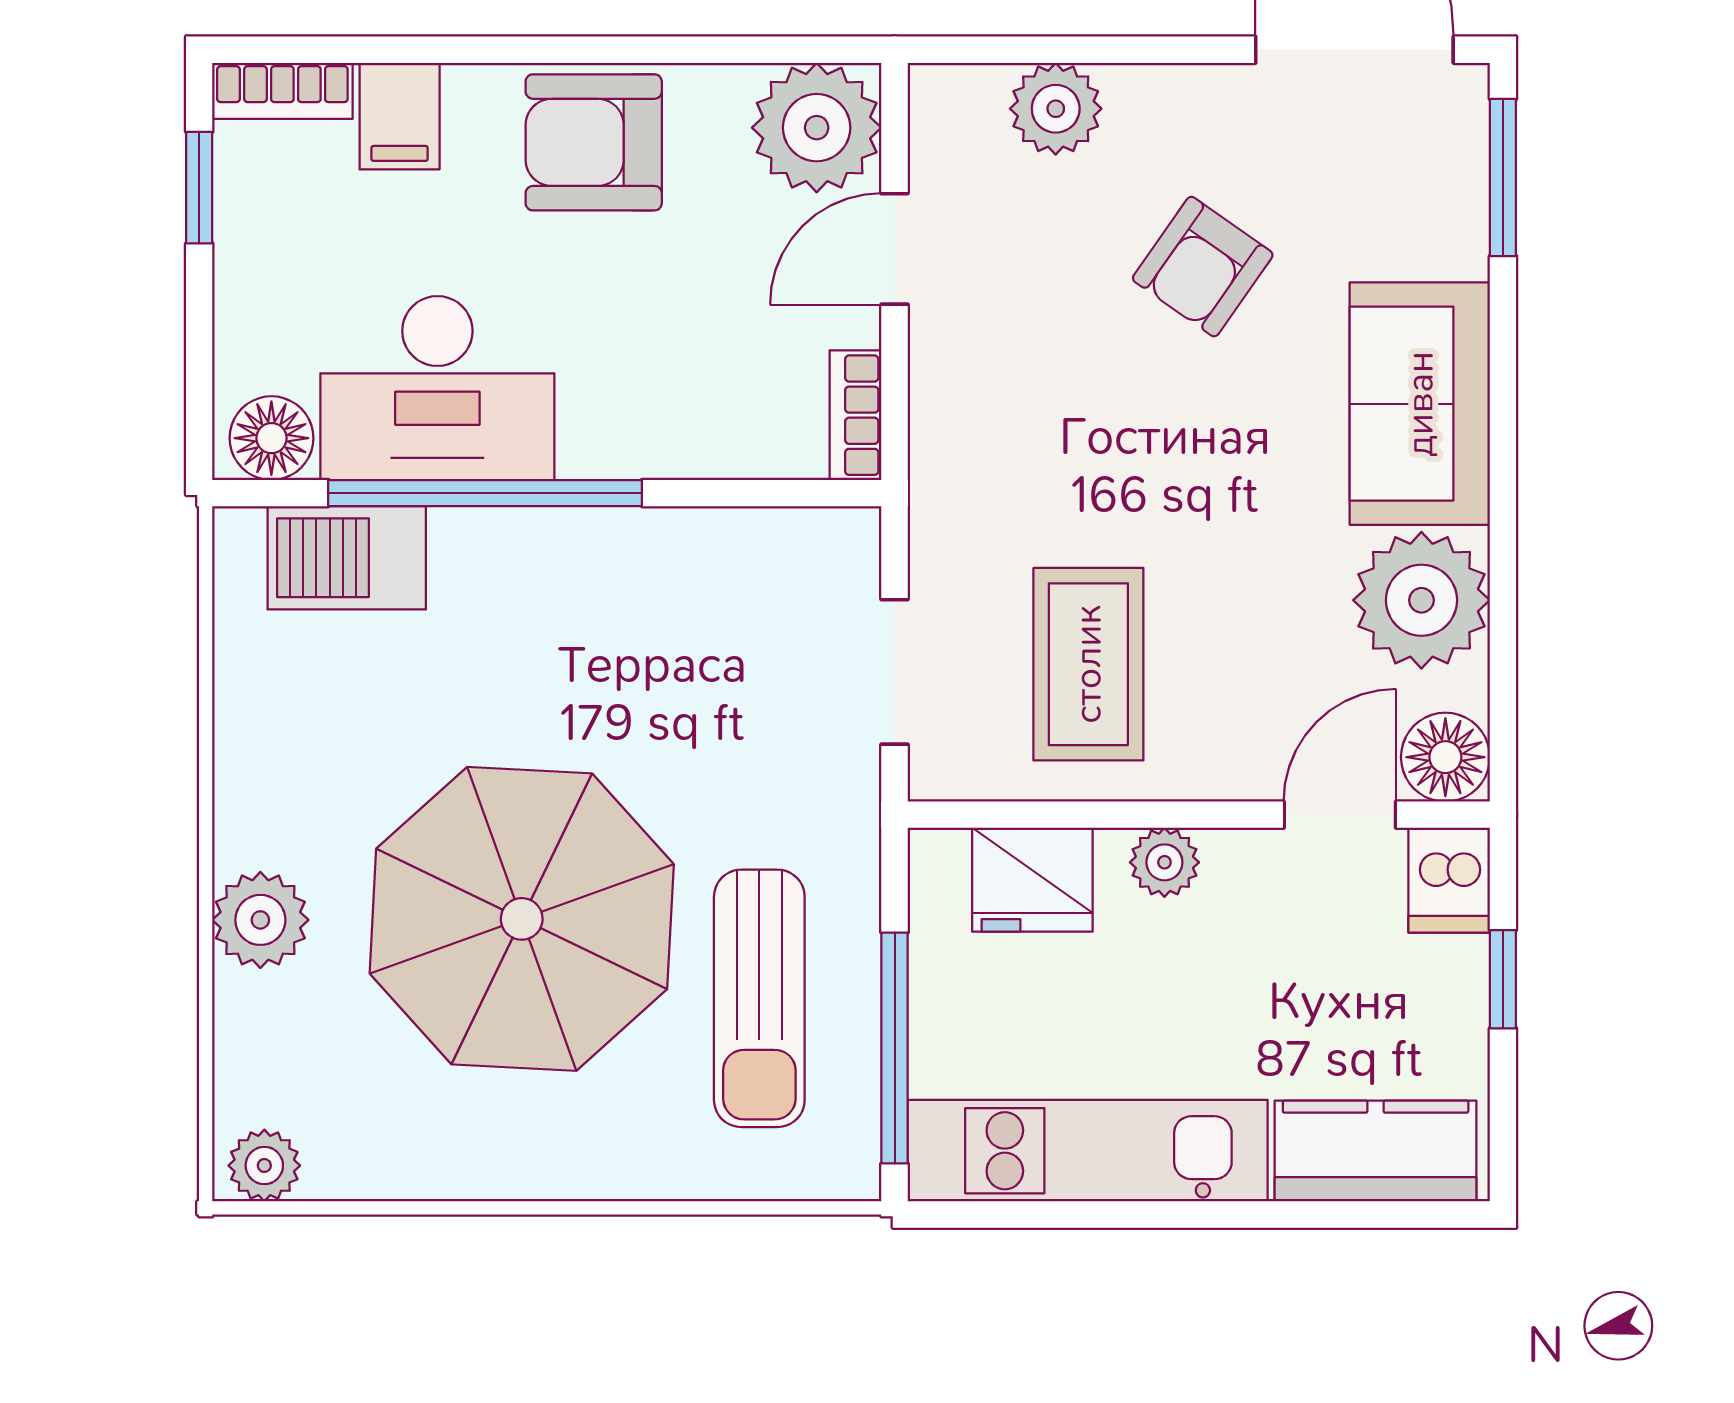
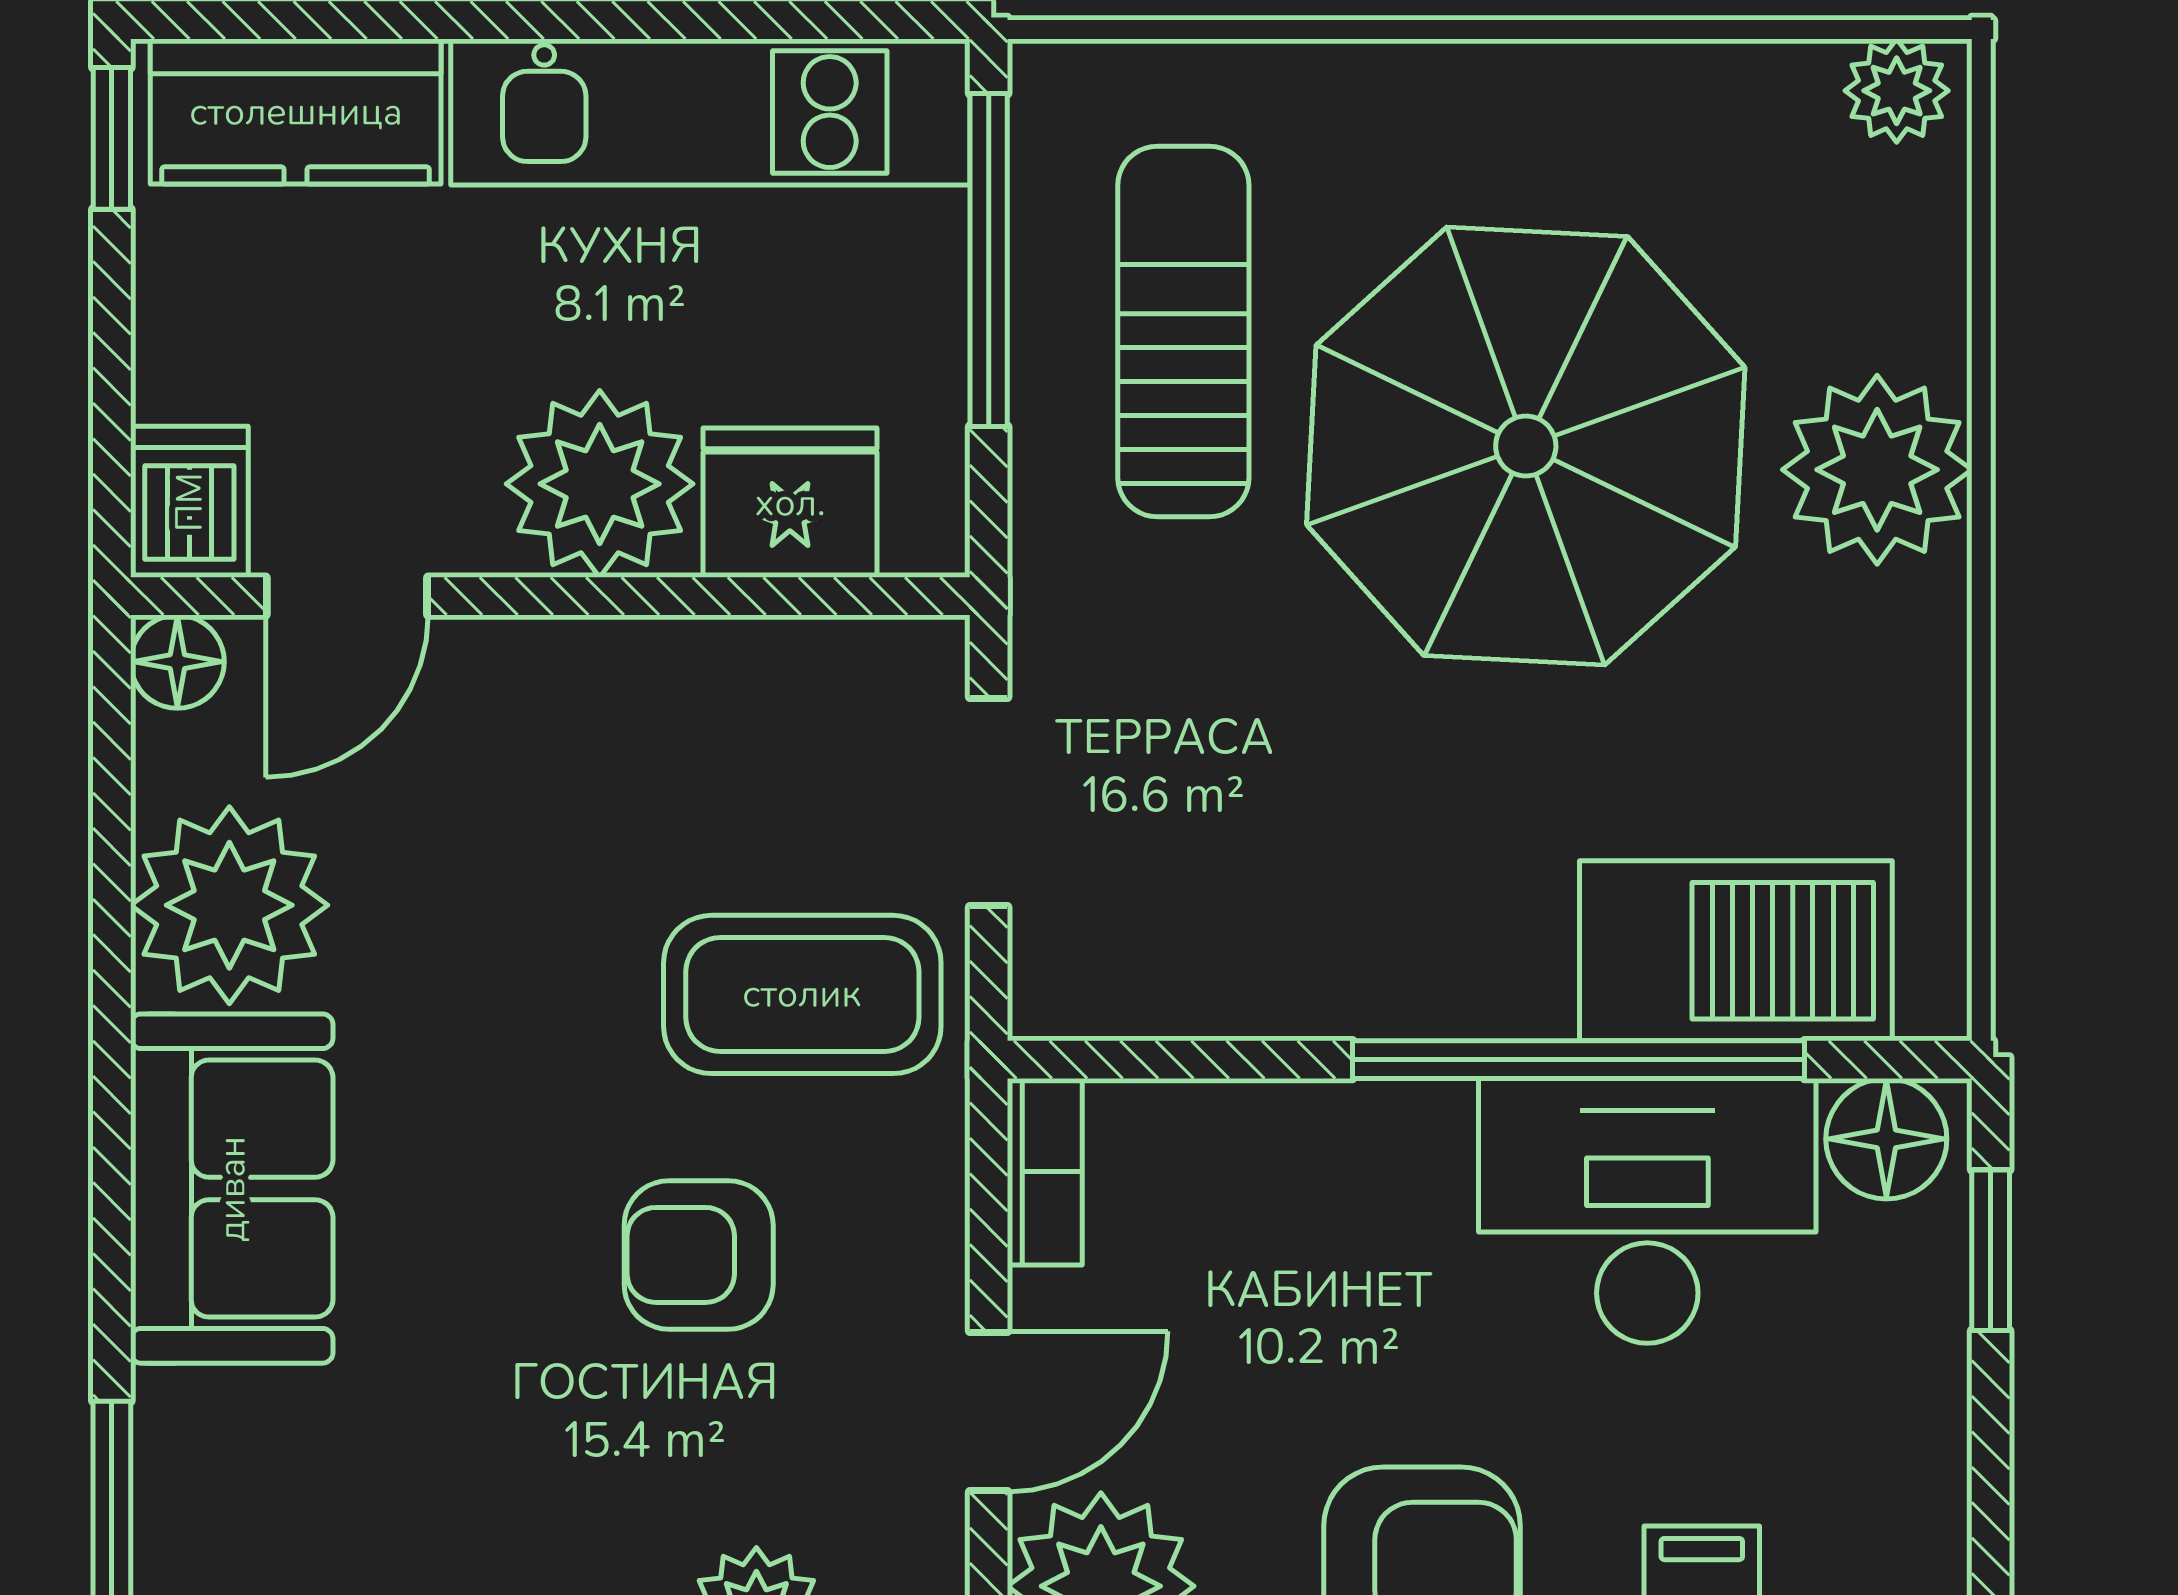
window: (199, 188) -> (1991, 1250), moved
armchair: (1203, 267) -> (699, 1255), moved, turned -125
barbecue: (347, 558) -> (1736, 951), width x1.37, depth x1.21
coffee table: (1088, 664) -> (802, 994), moved, turned 90
floor lamp: (1445, 757) -> (177, 662), width x0.73, depth x0.73
plant: (1164, 862) -> (600, 484), width x1.87, depth x1.87
plant: (260, 920) -> (1877, 470), width x1.36, depth x1.36
window: (1503, 979) -> (112, 138), moved

